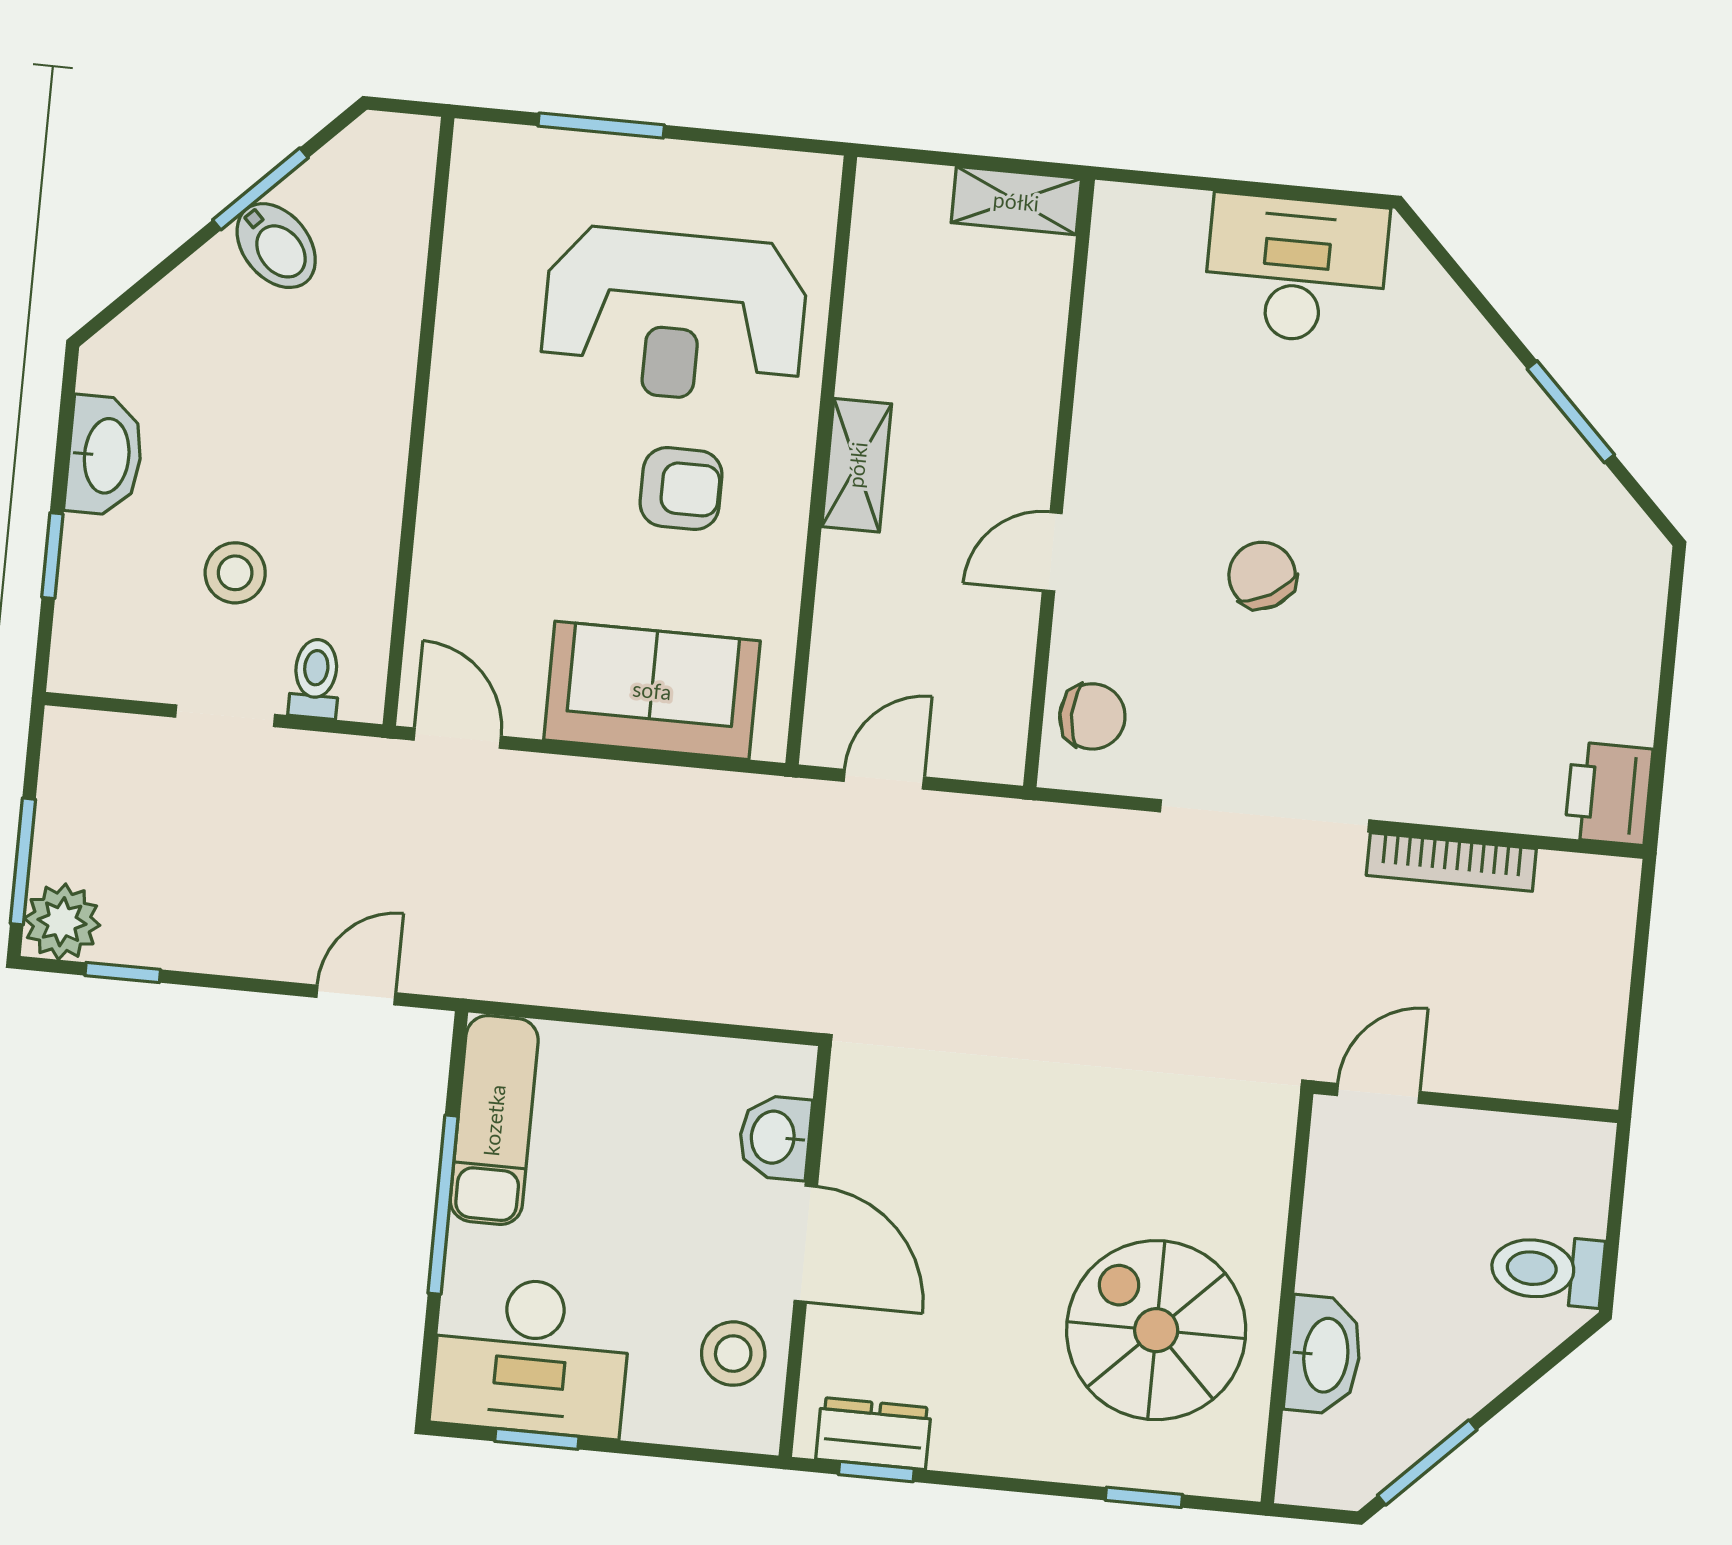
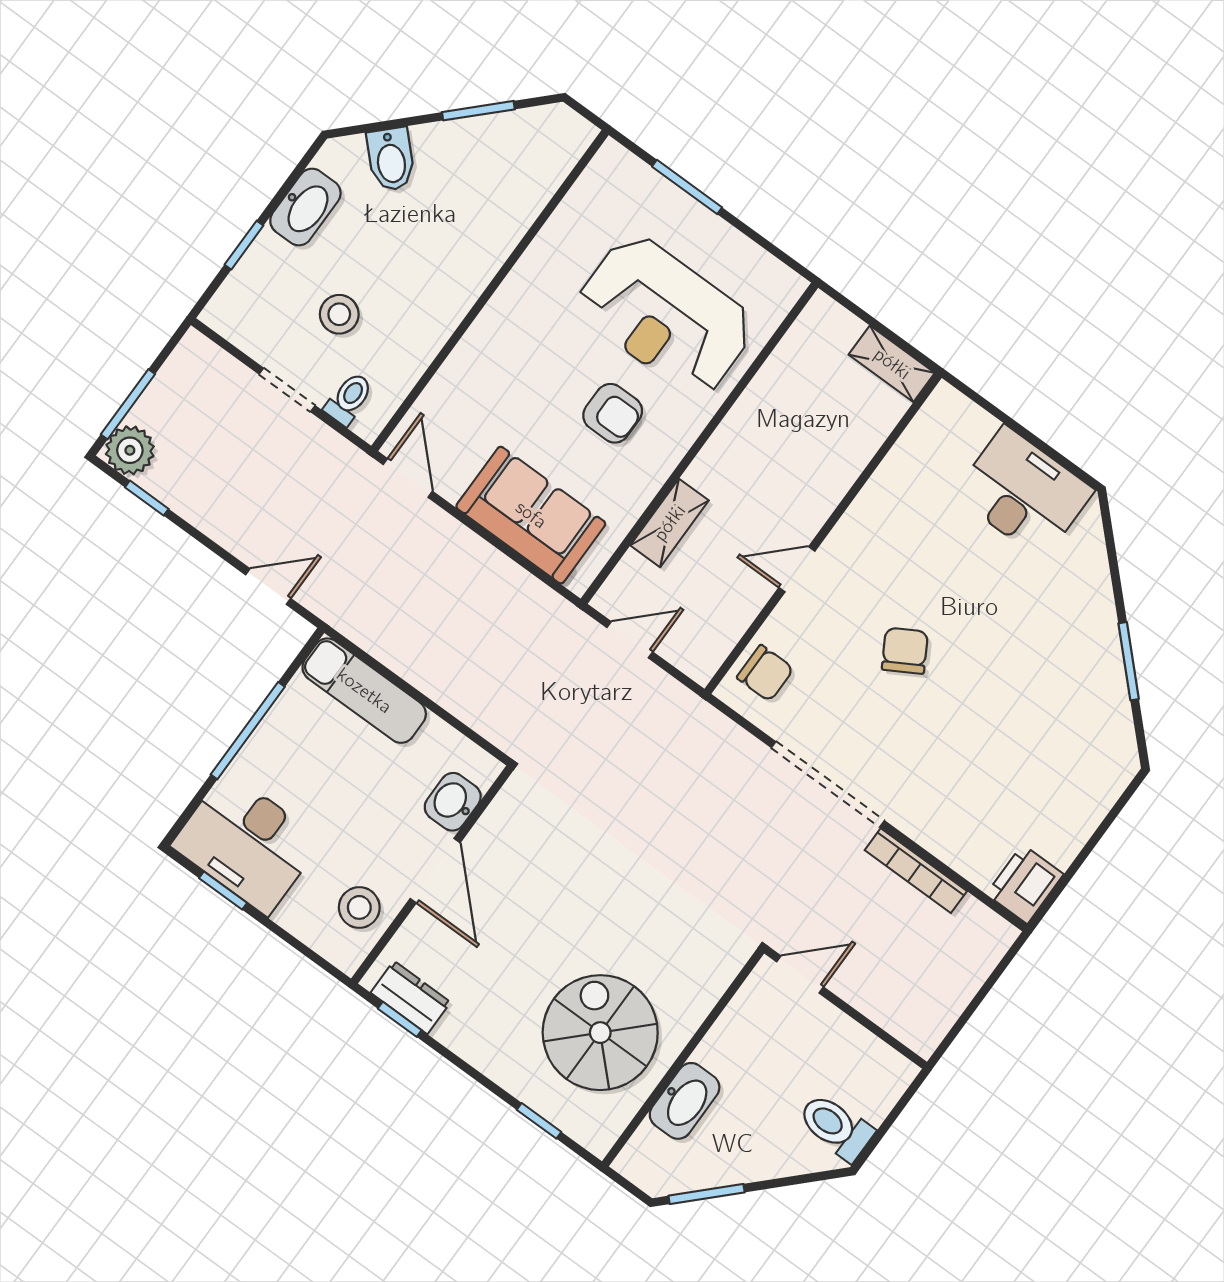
bidet: (276, 246) -> (391, 159), moved
shelving: (857, 465) -> (670, 523), moved
exam couch: (494, 1120) -> (364, 691), moved, turned 90

